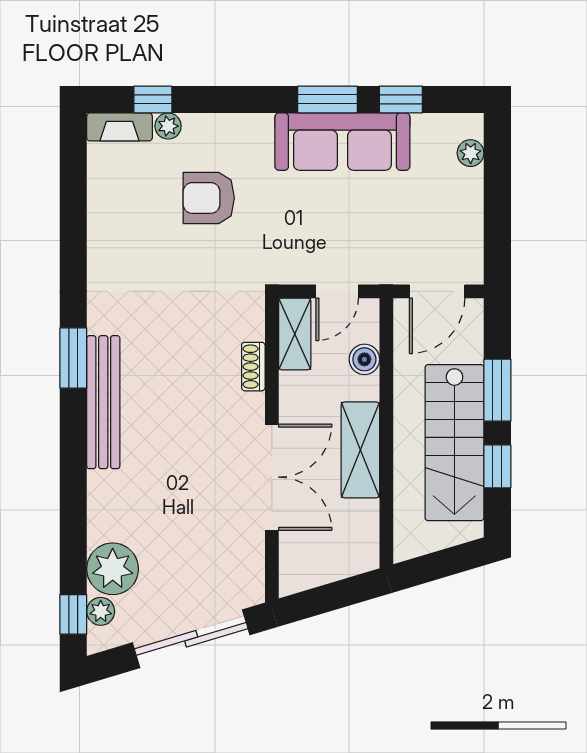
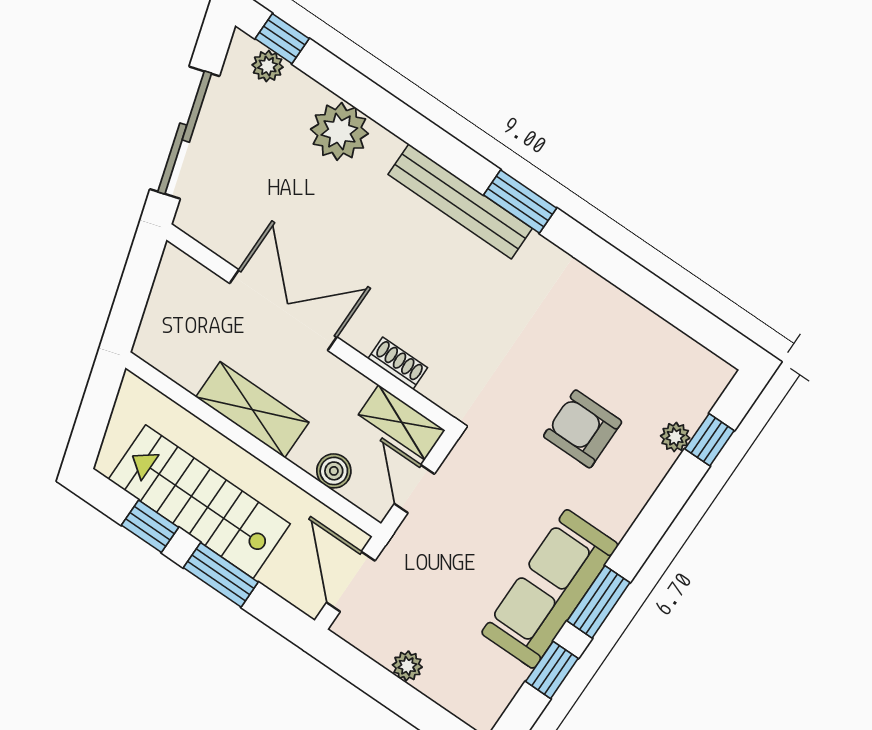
fireplace: (119, 127) -> (705, 391), removed
plant: (471, 153) -> (407, 666), moved
armchair: (209, 198) -> (583, 429), turned -90
double door: (272, 477) -> (283, 310), swing flipped
plant: (113, 569) -> (339, 131), moved

